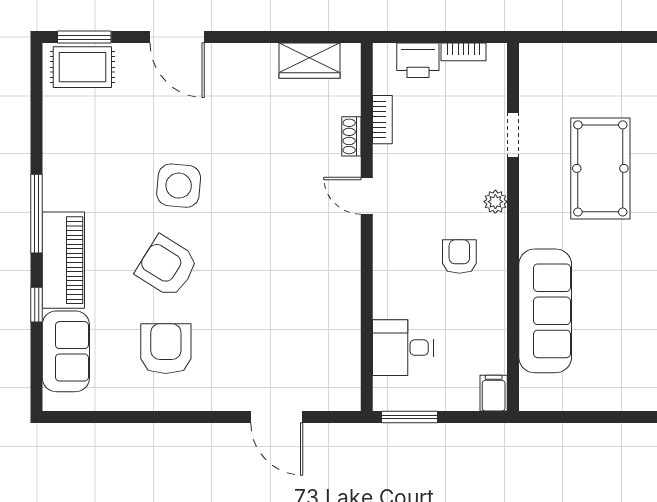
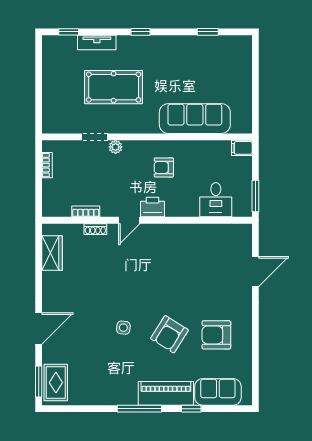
printer: (418, 60) -> (153, 207), moved, turned -90
side table: (179, 186) -> (123, 328), width x0.54, depth x0.54
plant: (495, 202) -> (116, 147), moved

